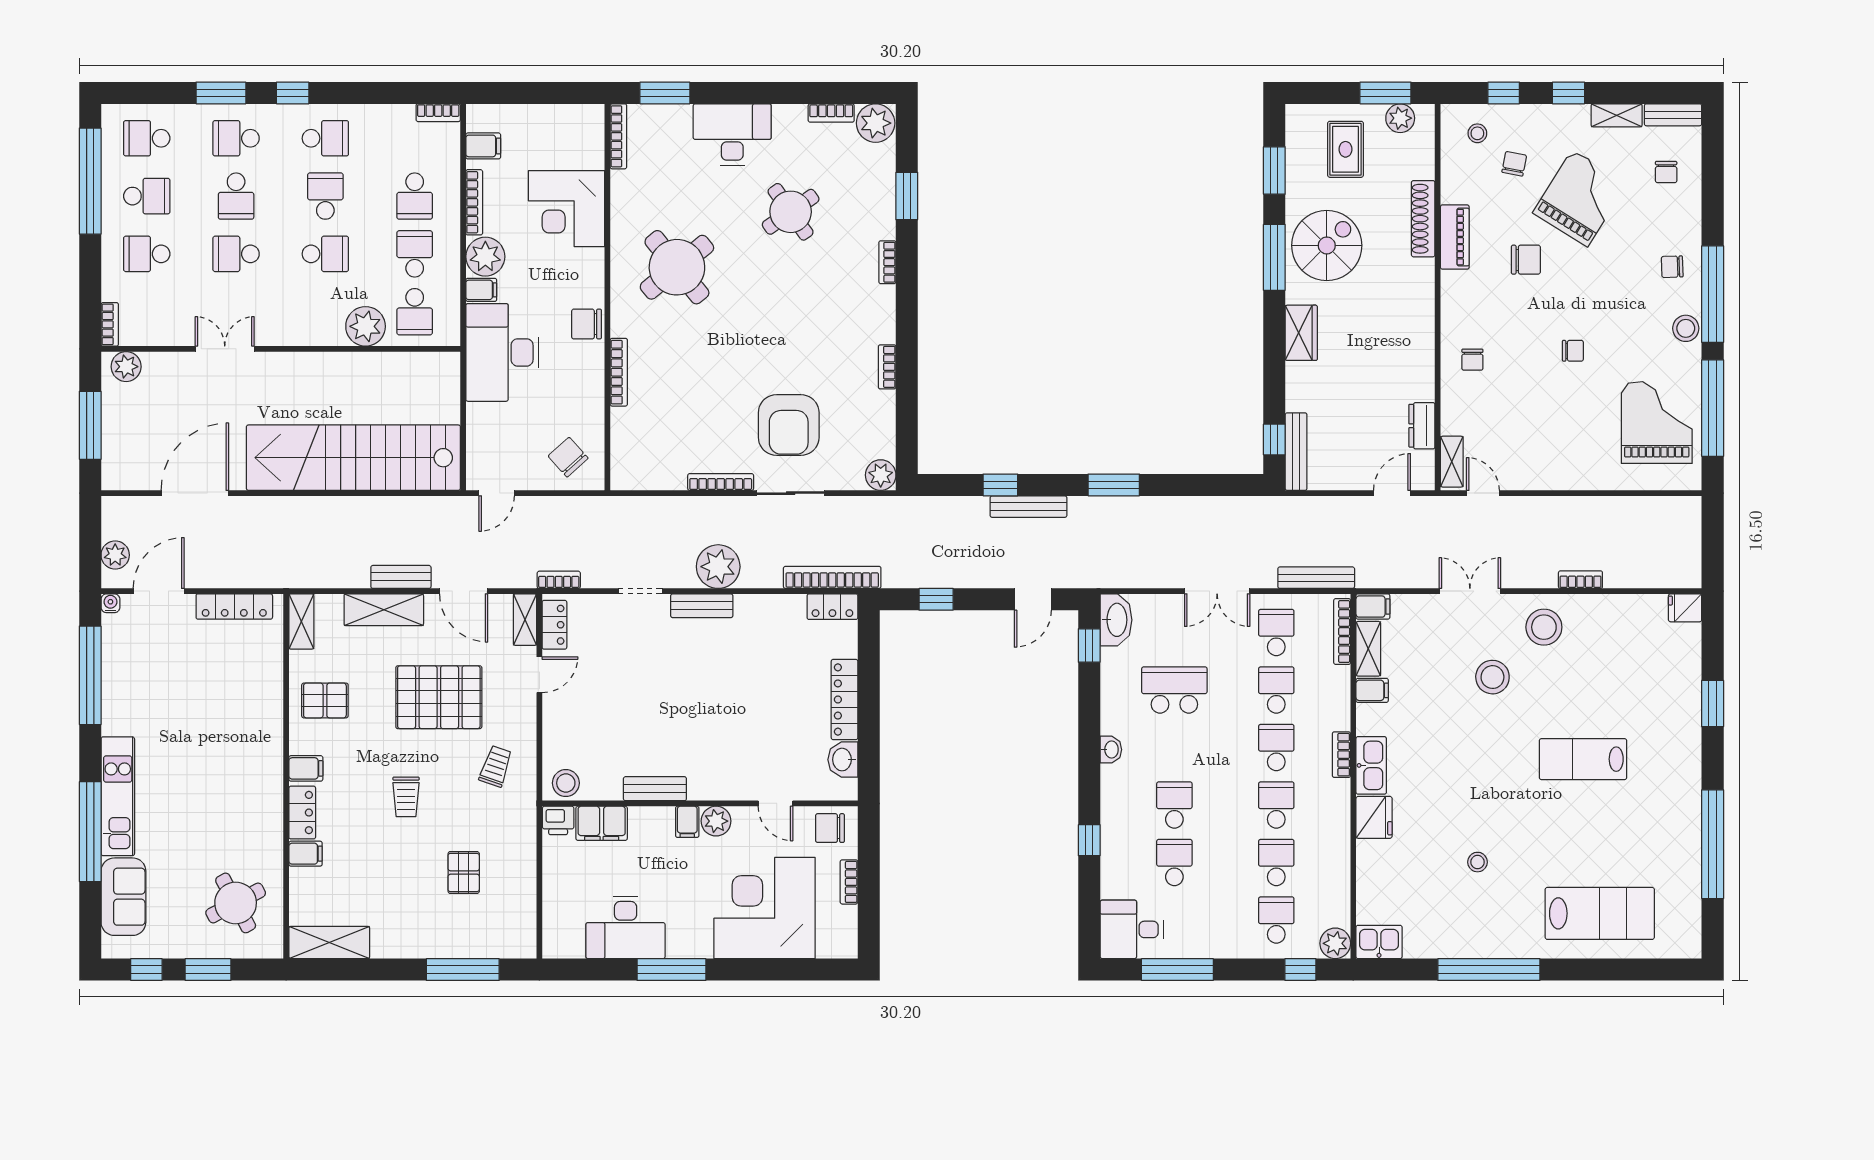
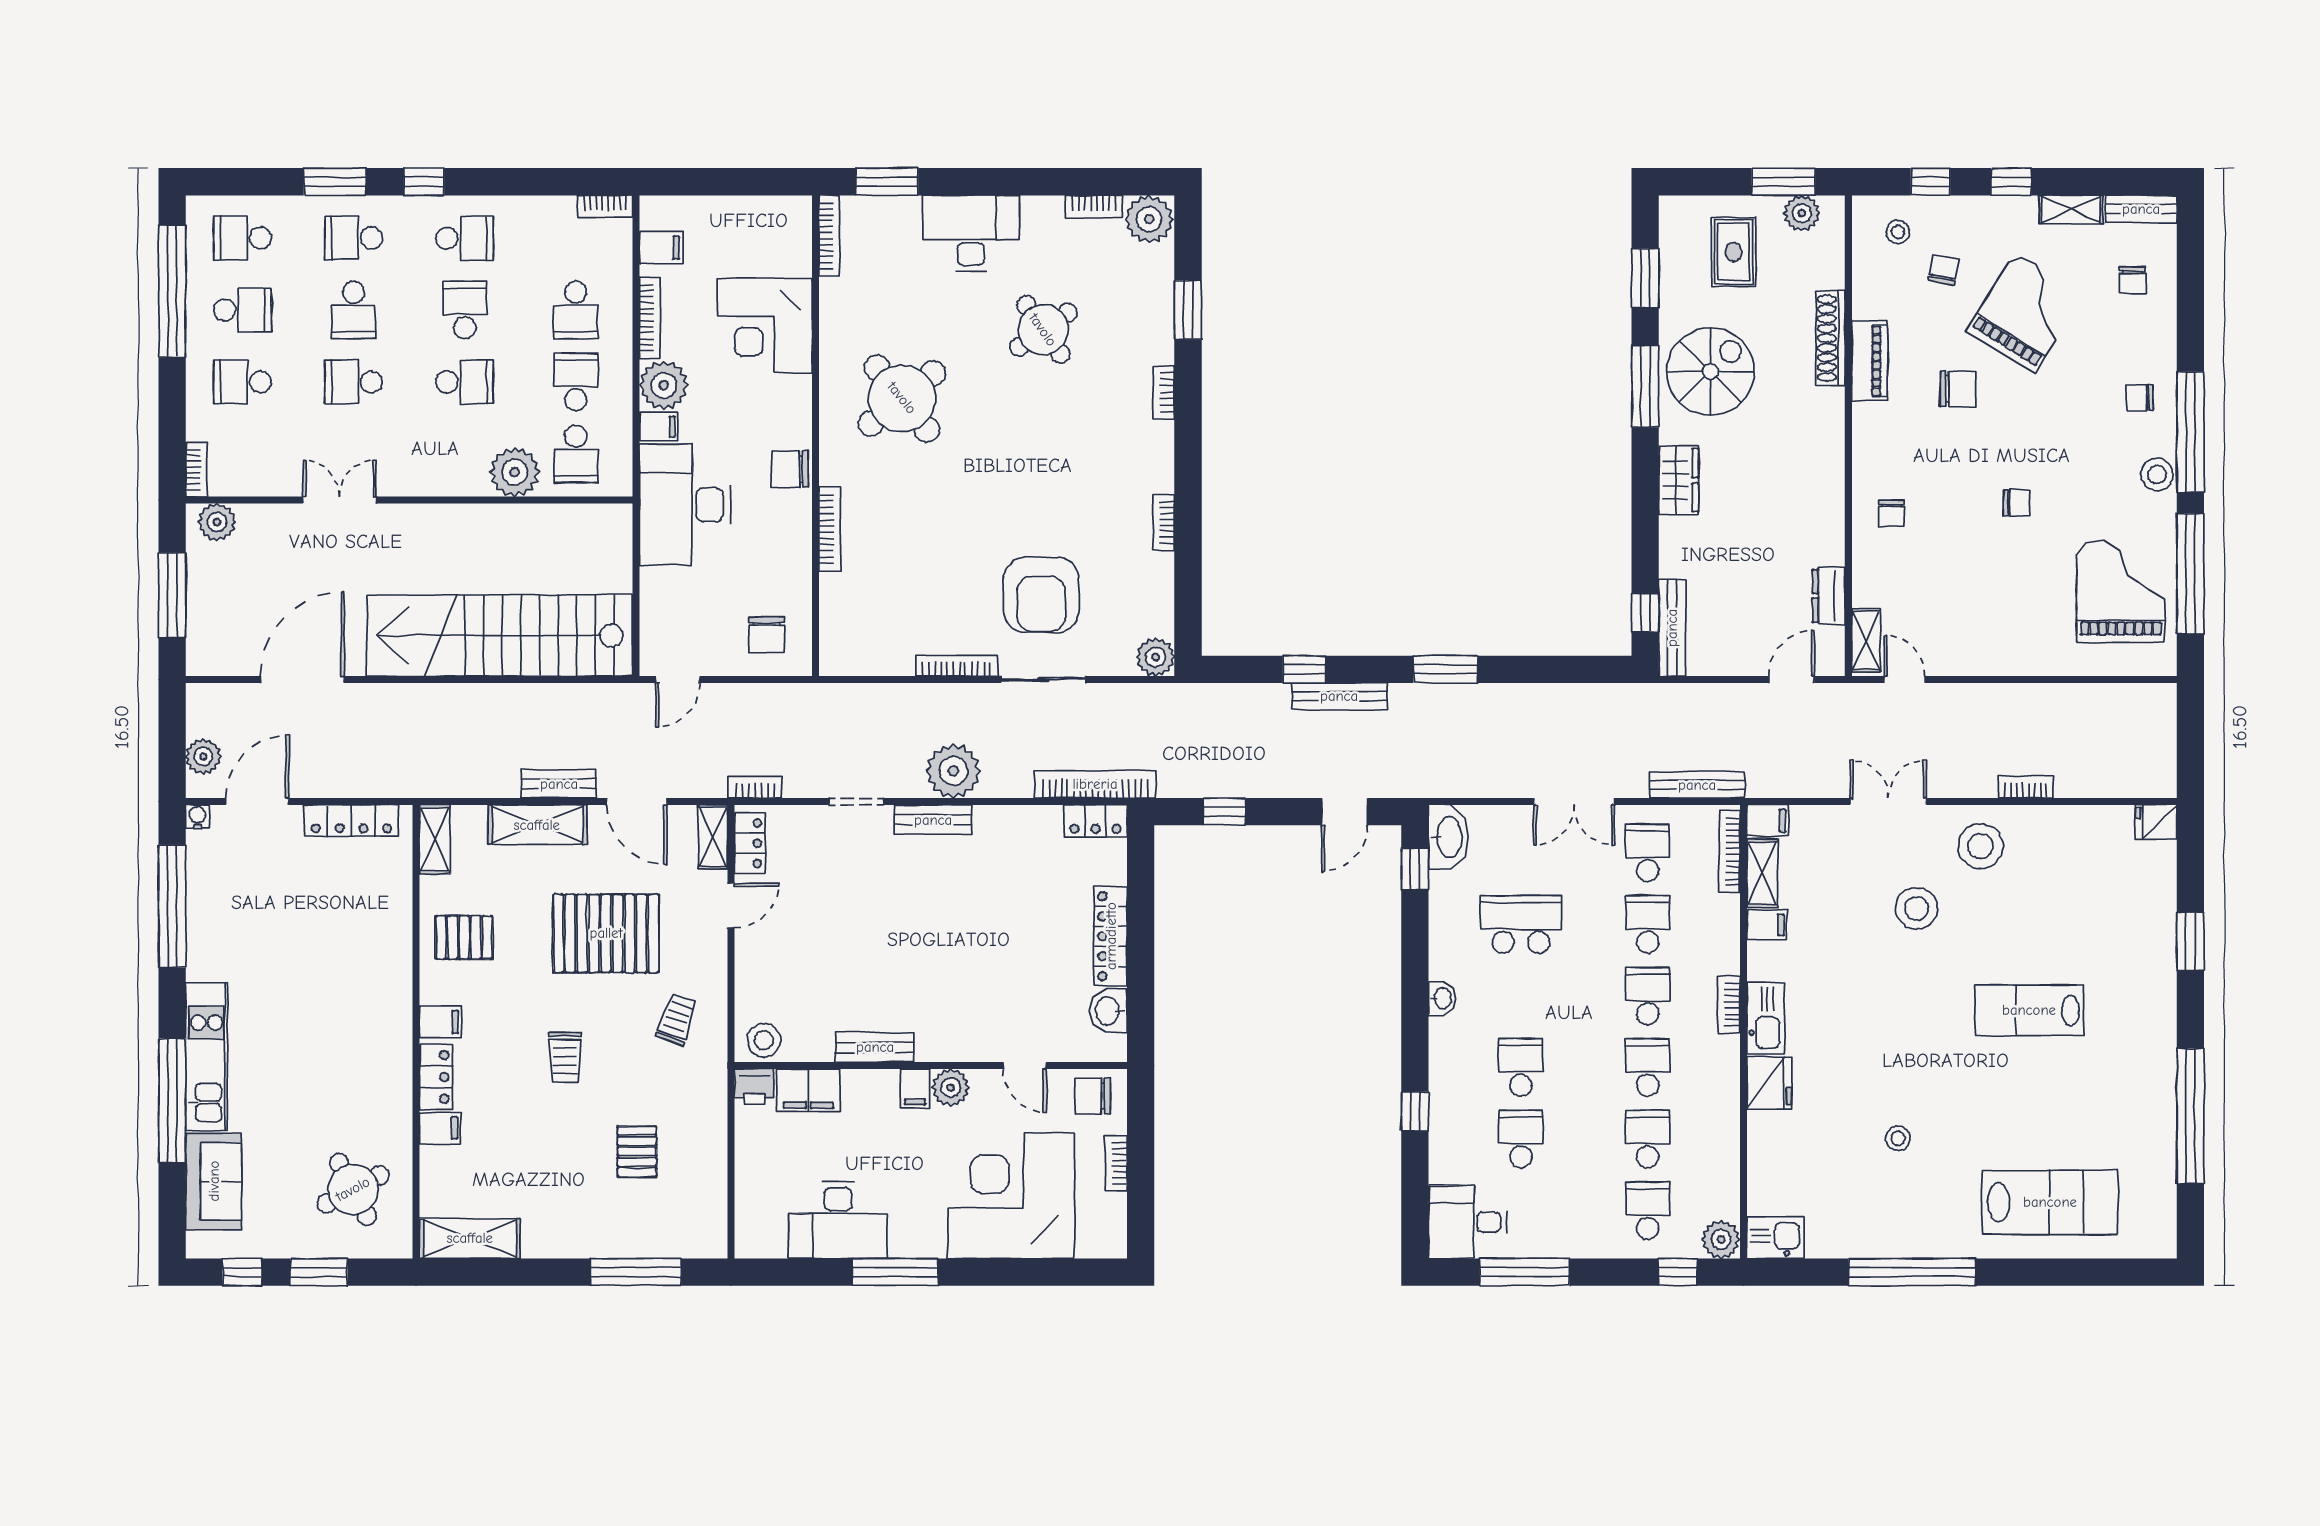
chair: (568, 457) -> (767, 635), turned -138

